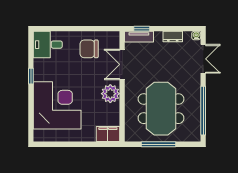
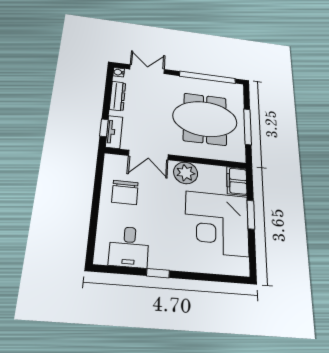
dresser: (173, 37) -> (118, 96), width x1.44
desk: (48, 45) -> (129, 247), moved
corner desk: (57, 105) -> (217, 223), moved, turned -90
window: (81, 144) -> (251, 215), added

